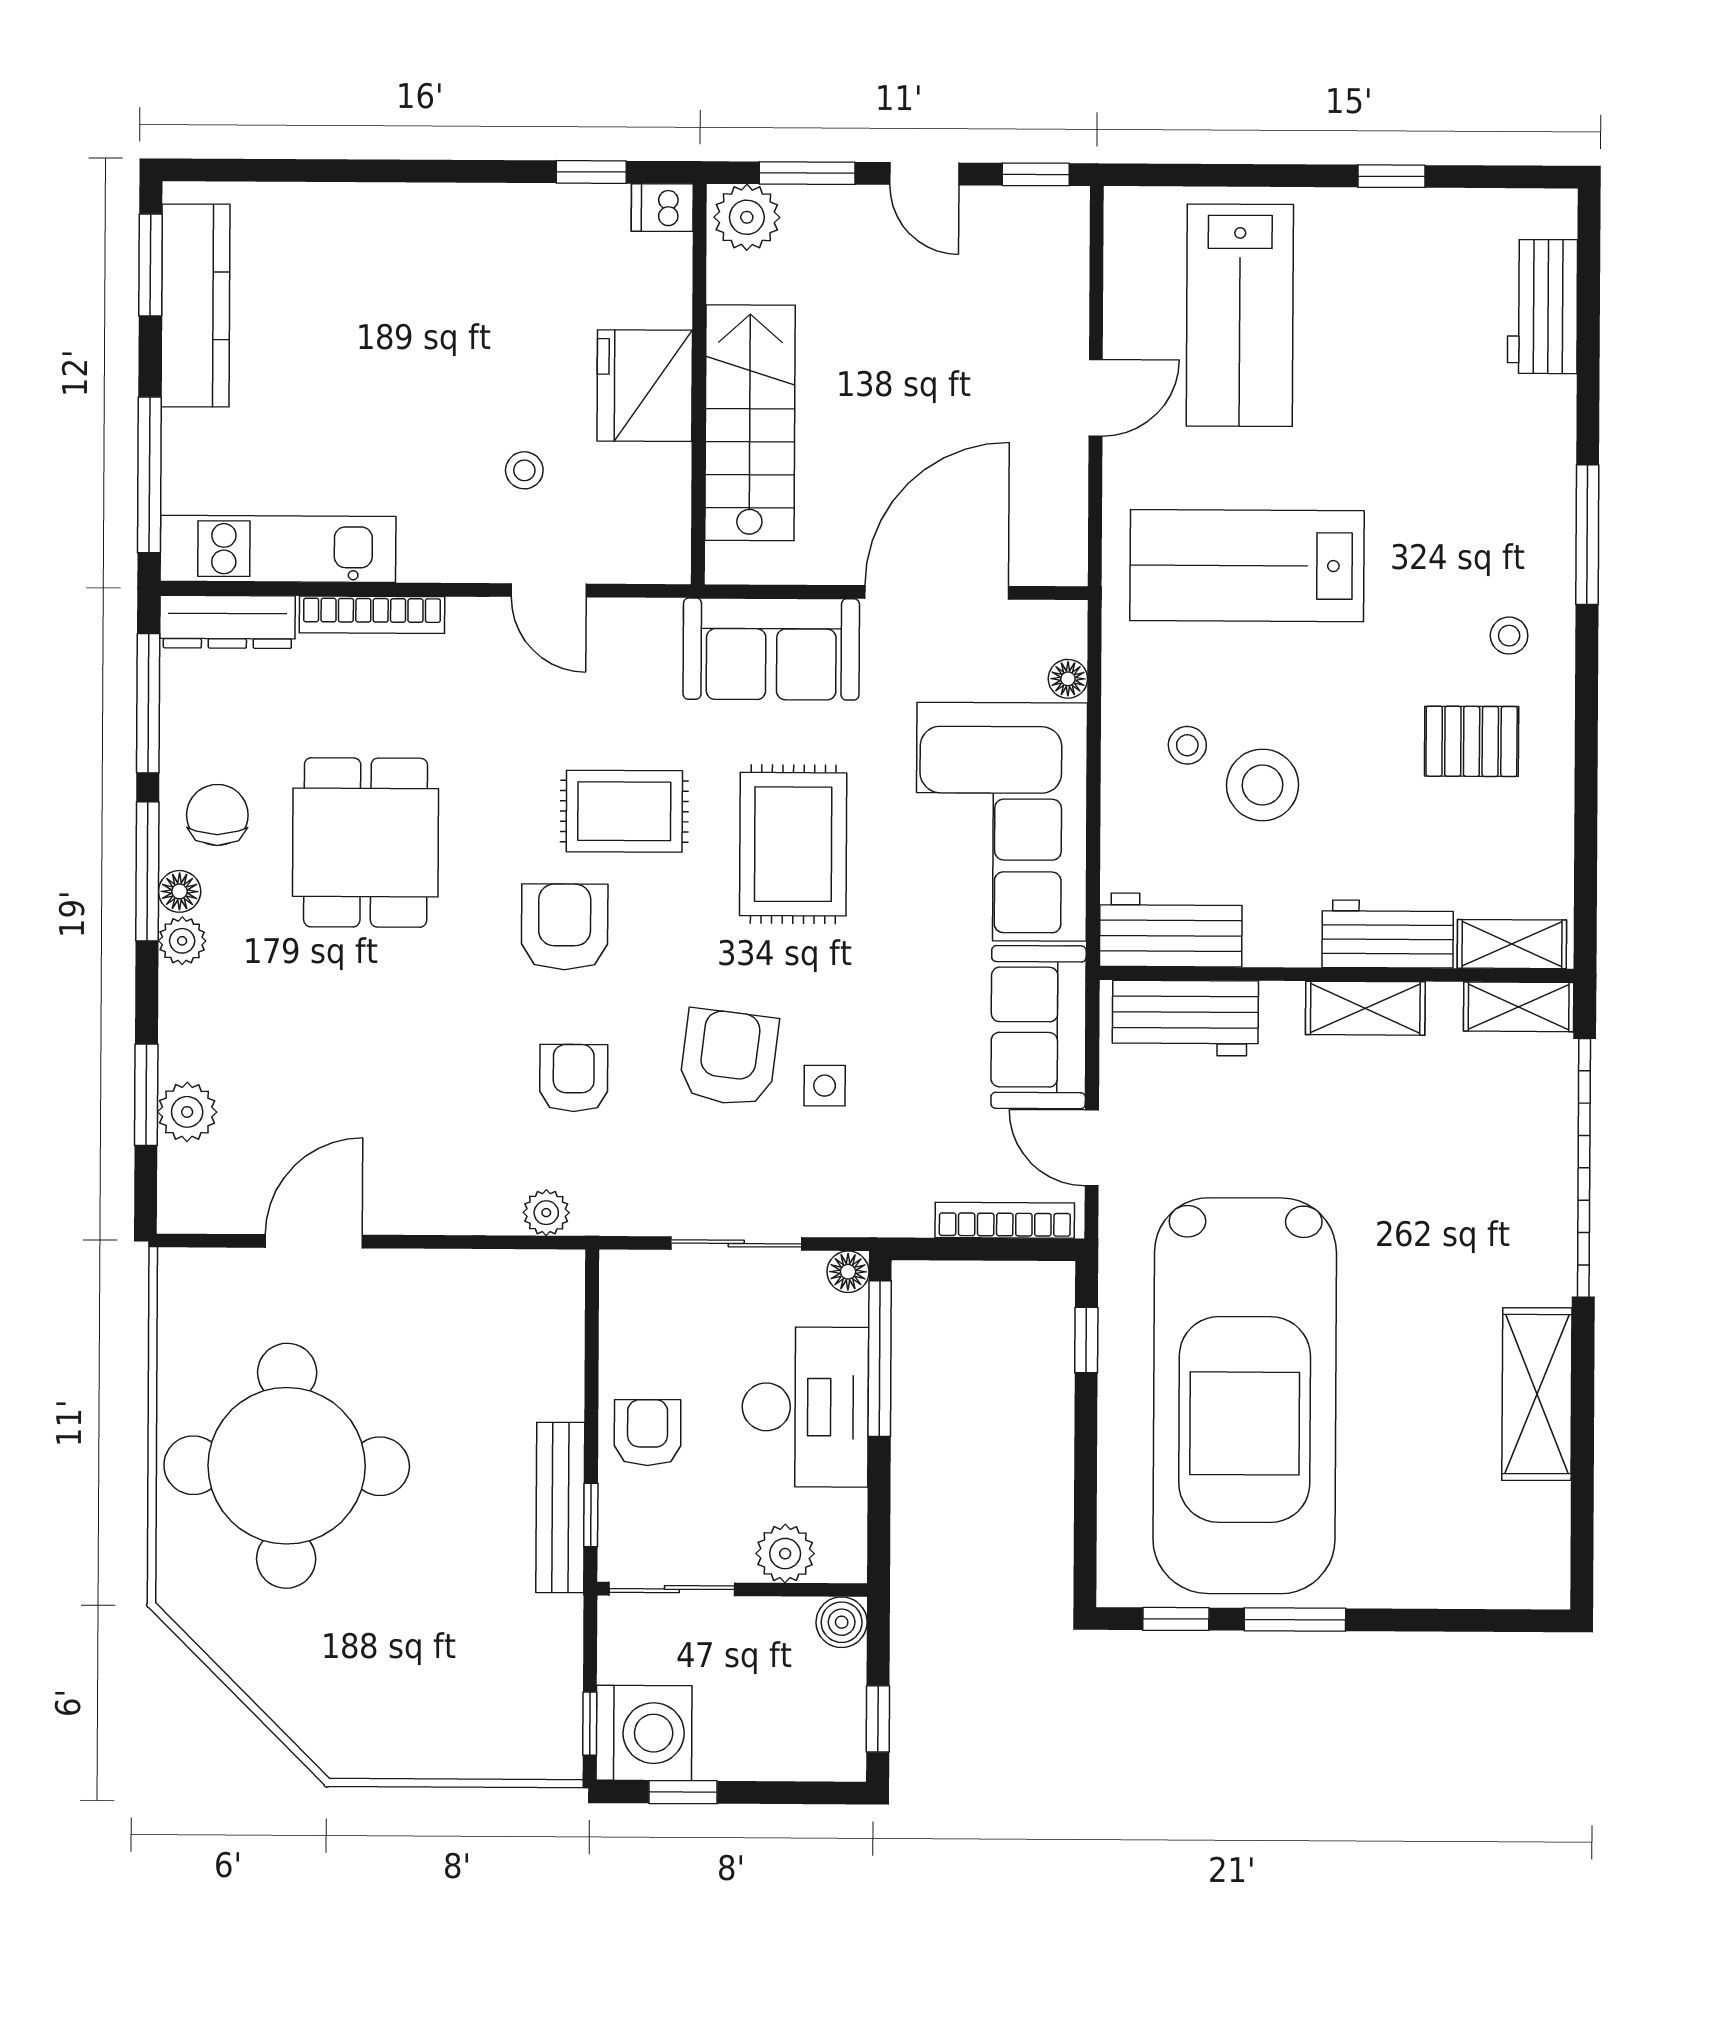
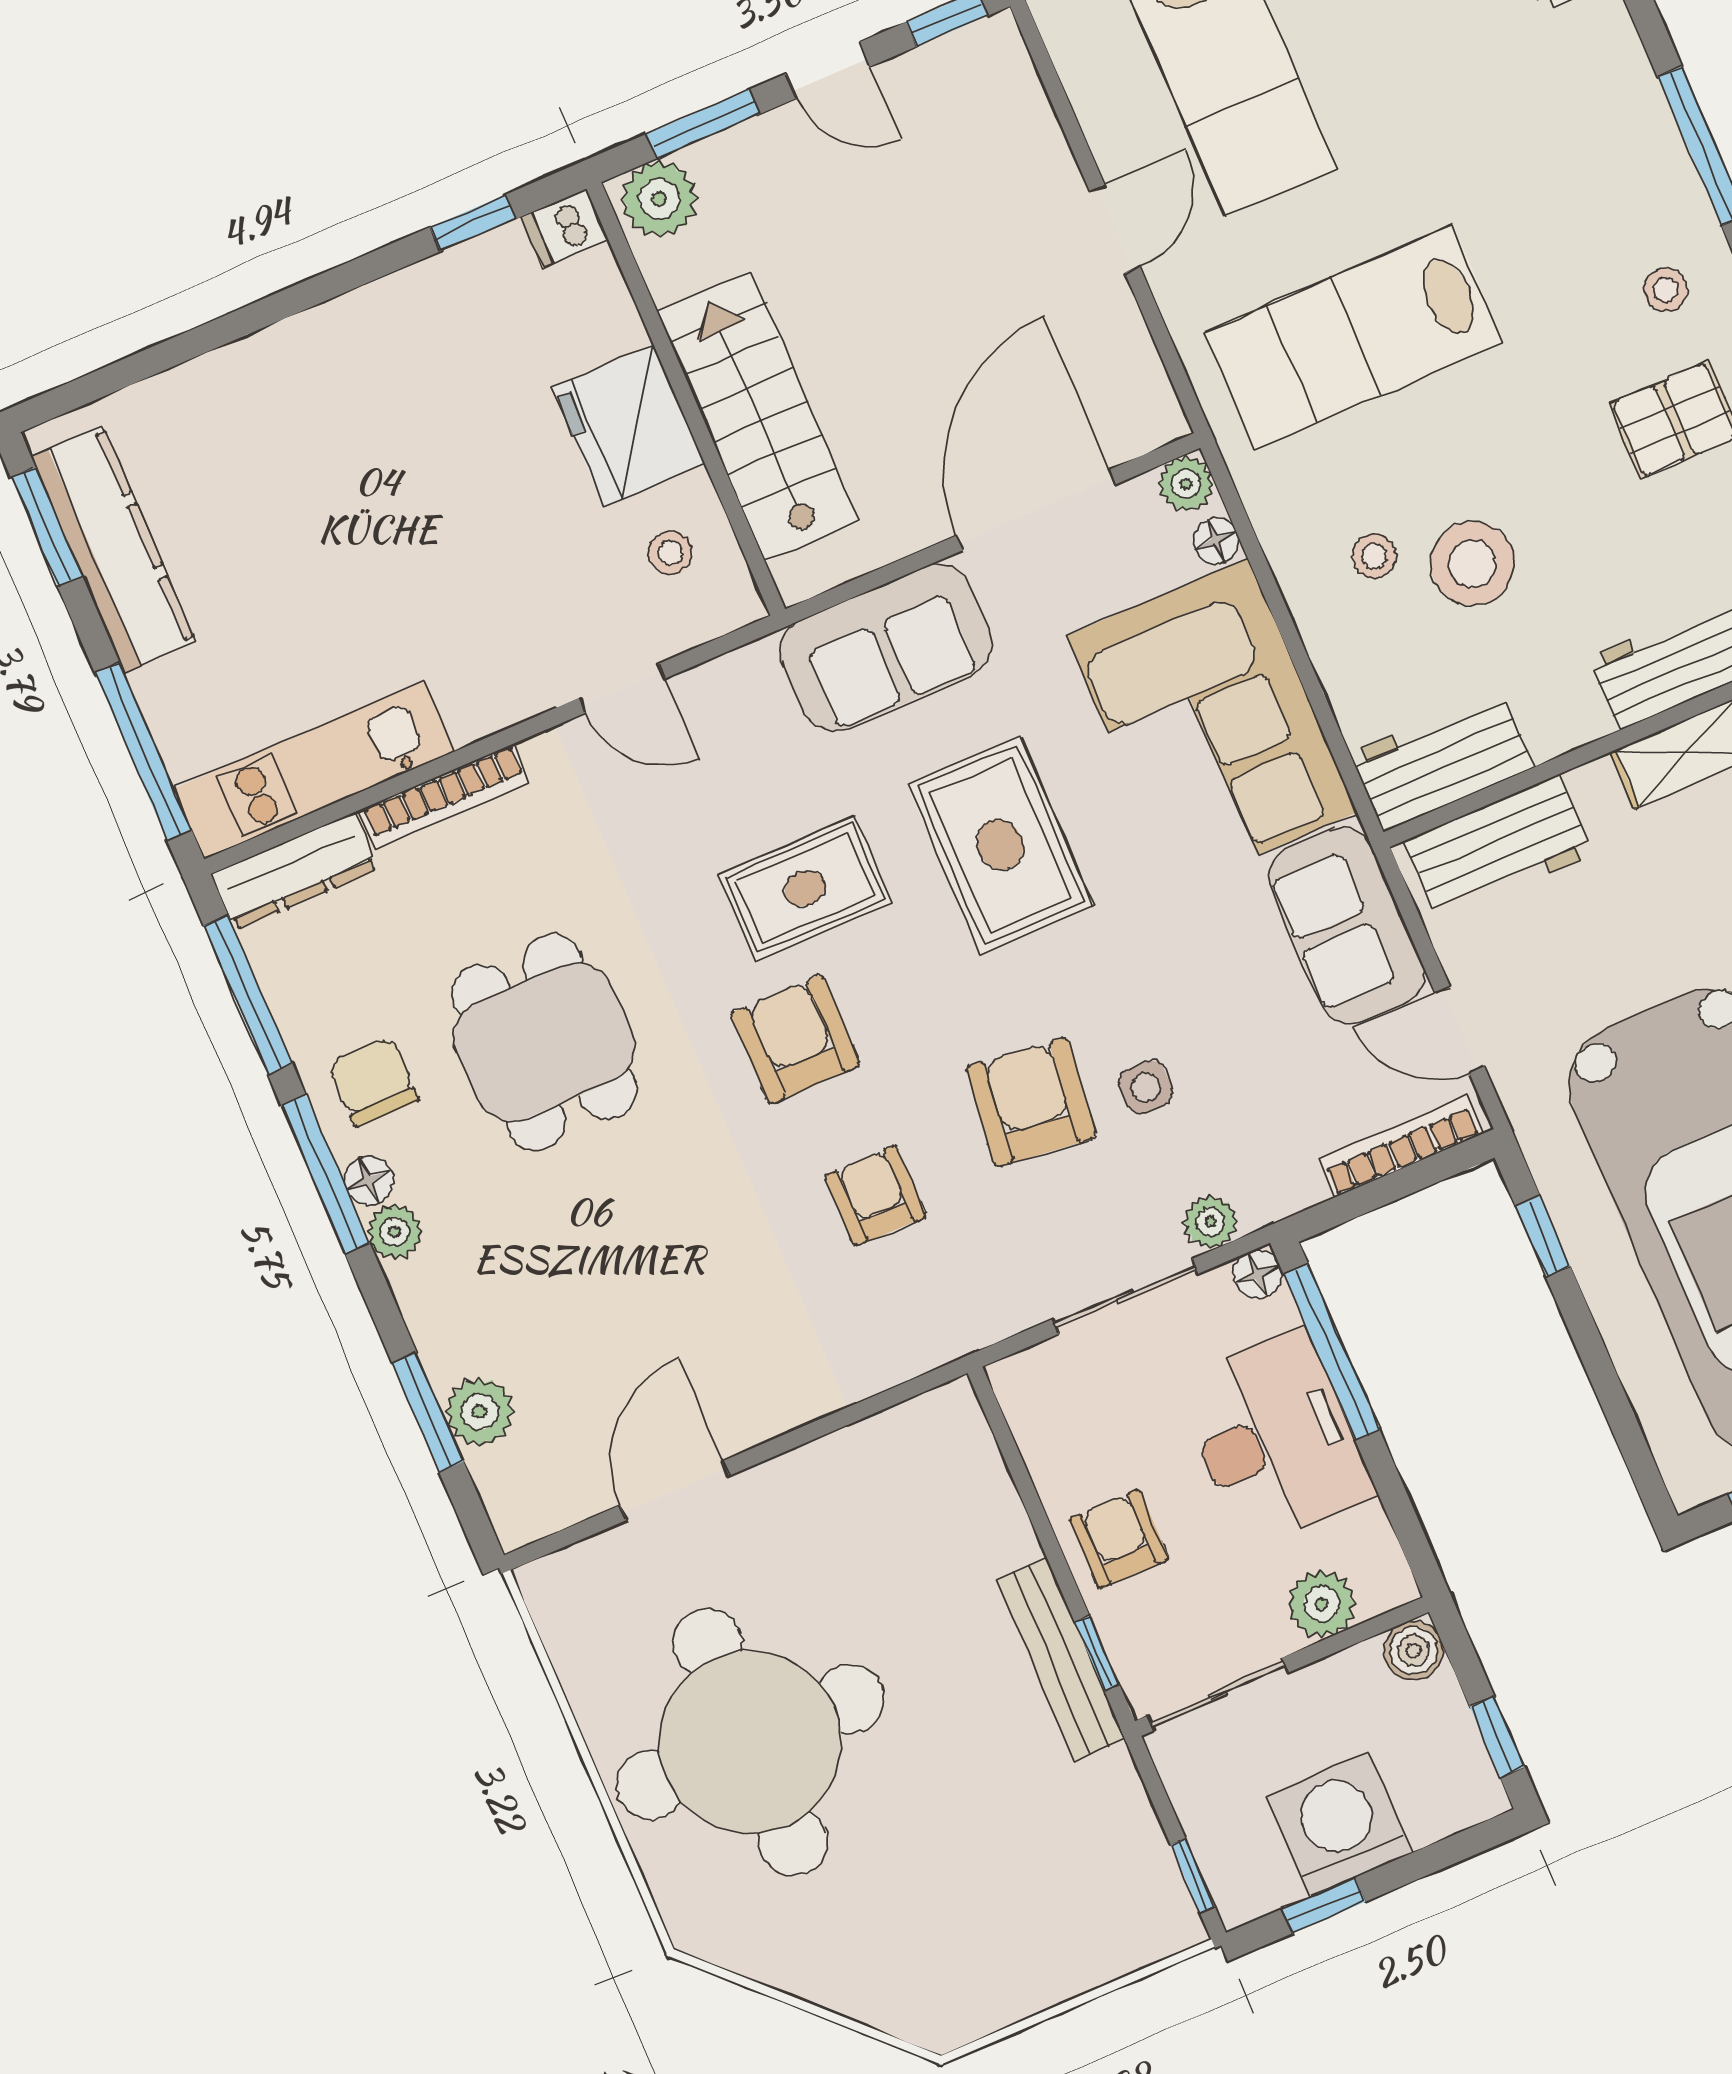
stool: (524, 470) -> (670, 553), moved
plant: (1064, 624) -> (1186, 484), added
plant: (546, 1213) -> (1211, 1222), moved
washing machine: (644, 1733) -> (1339, 1824), moved, turned -90

